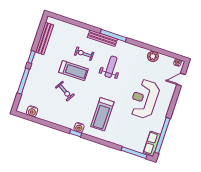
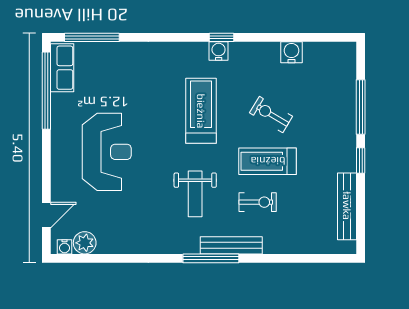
plant: (153, 56) -> (85, 243), moved
water cooler: (32, 111) -> (291, 52), moved
treadmill: (102, 114) -> (201, 111), moved

